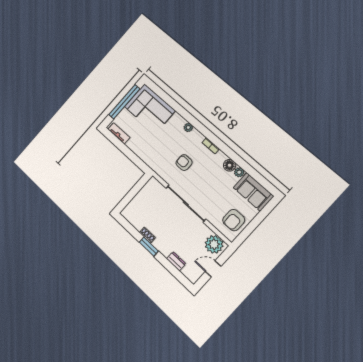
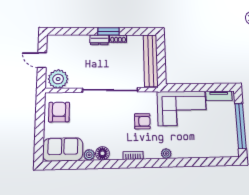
corner sofa: (150, 109) -> (182, 108), moved, turned 180
bench: (140, 199) -> (151, 60), added
dresser: (176, 261) -> (99, 40), moved
door: (213, 269) -> (42, 60), swing flipped

